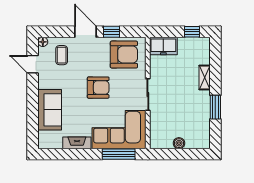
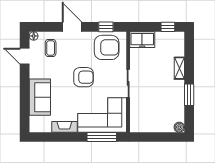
window: (112, 32) -> (106, 27), moved
boiler: (179, 143) -> (179, 127), moved

